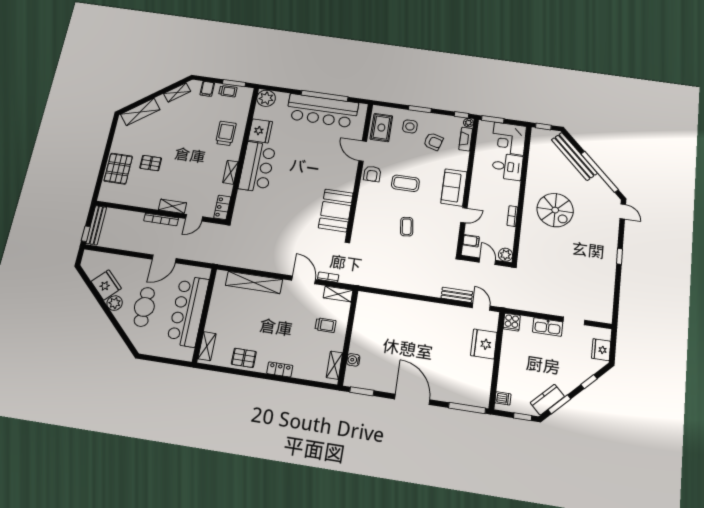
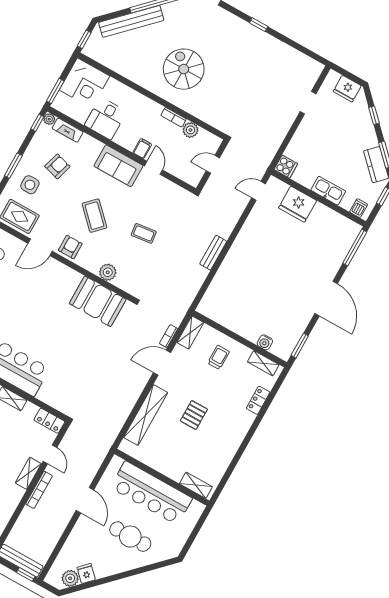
desk: (507, 167) -> (106, 118), moved, turned 180
armchair: (372, 174) -> (70, 247), turned -90
coffee table: (405, 183) -> (94, 216), turned -45
plant: (363, 210) -> (108, 272), added
spiral stairs: (555, 210) -> (184, 69), turned -90
filing cabinet: (471, 241) -> (142, 148), moved
plant: (505, 255) -> (190, 130), moved
fridge: (106, 285) -> (86, 574), width x0.53, depth x0.75
bench: (457, 295) -> (213, 253), moved
plant: (115, 303) -> (70, 578), moved
kitchen sink: (548, 327) -> (328, 191), moved, turned -90
pallet: (244, 358) -> (194, 415), moved
locker: (280, 369) -> (258, 400), moved
door: (412, 399) -> (326, 299), swing flipped

